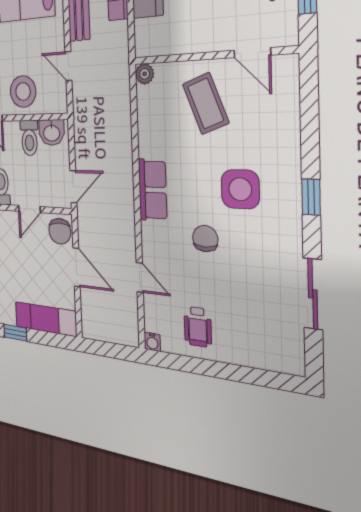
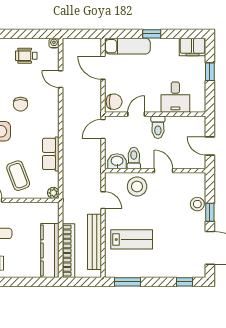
row of seats: (153, 190) -> (51, 154), moved
chair: (60, 231) -> (114, 102), turned 90
door: (77, 267) -> (103, 68), moved
wheelchair: (198, 327) -> (26, 56), turned -90

